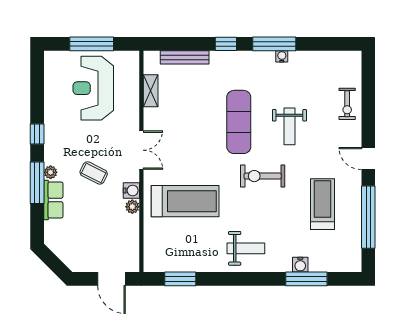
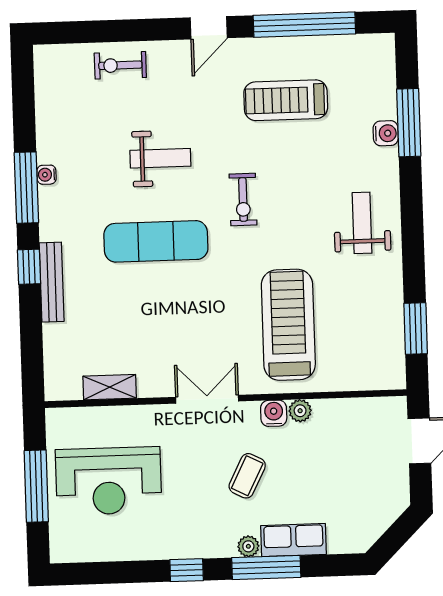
bench: (185, 57) -> (52, 282), moved
exercise bike: (347, 104) -> (120, 65), turned 180
exercise bike: (263, 176) -> (243, 199), width x0.73, depth x0.72

